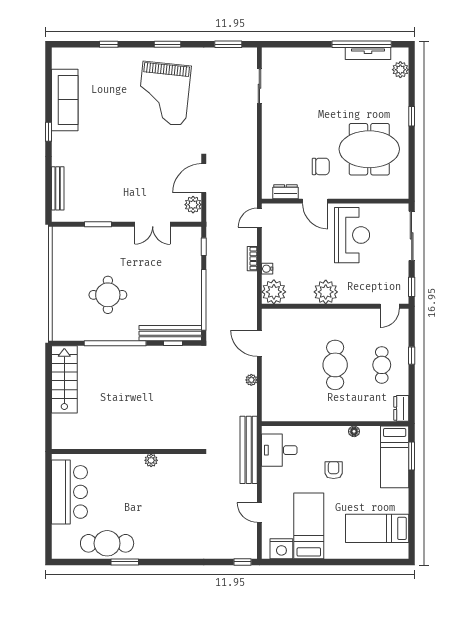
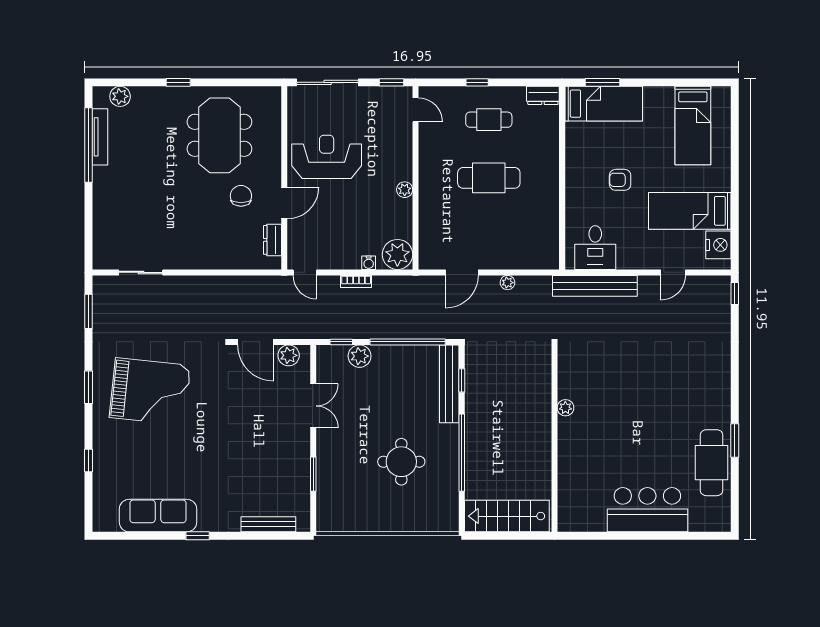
plant: (192, 261) -> (360, 356), added
plant: (326, 292) -> (405, 190), width x0.53, depth x0.53
floor lamp: (354, 431) -> (572, 154), removed
wall: (127, 451) -> (554, 438), moved
plant: (151, 460) -> (565, 408), moved

